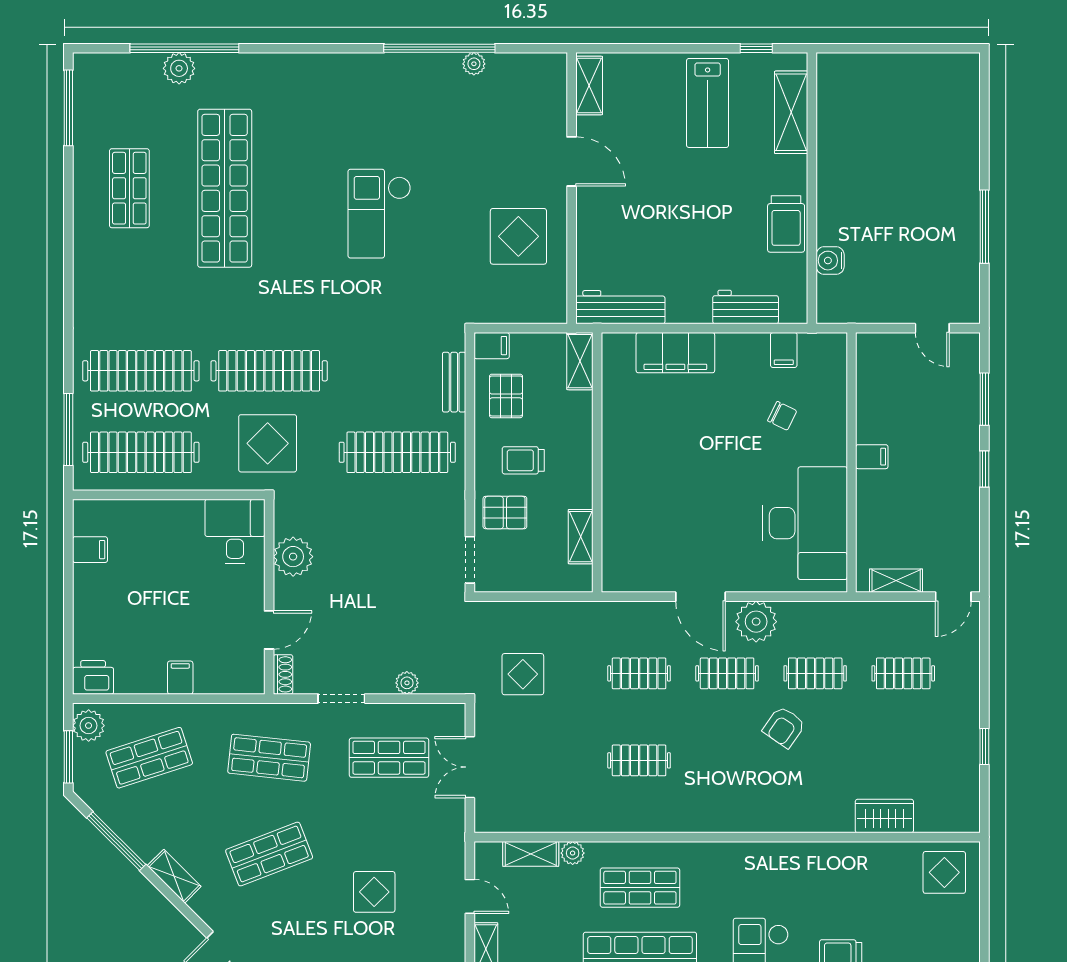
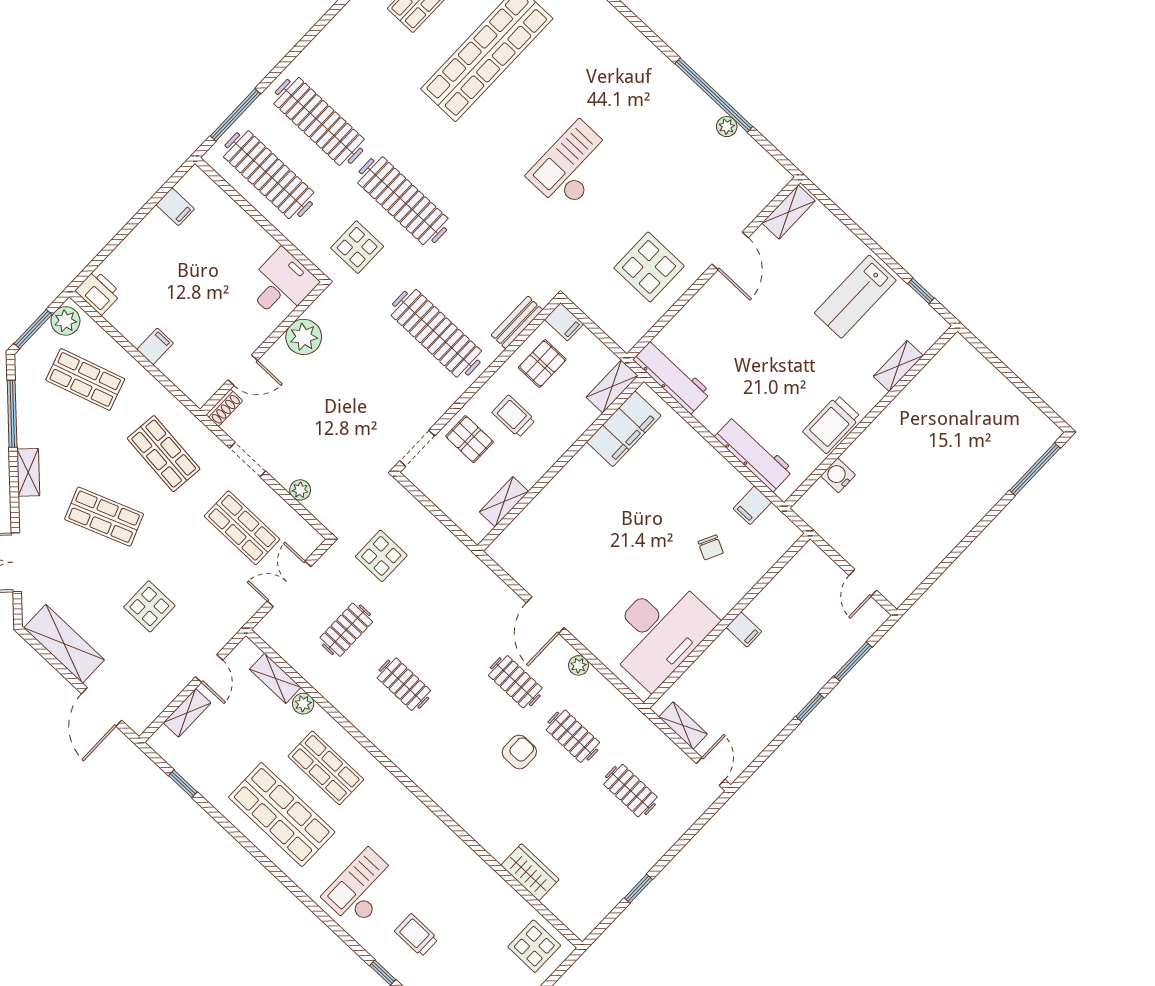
shelving: (791, 112) -> (898, 366), width x0.67, depth x0.75
window: (984, 227) -> (1035, 469), moved
workbench: (746, 307) -> (754, 454), width x1.38
filing cabinet: (675, 353) -> (624, 429), moved, turned -90
display table: (268, 443) -> (357, 247), width x0.73, depth x0.73
door: (953, 597) -> (711, 771), swing flipped
plant: (756, 622) -> (579, 665), width x0.53, depth x0.53
clothes rail: (639, 673) -> (346, 630), moved, turned 90
armchair: (784, 727) -> (519, 752), turned 145

